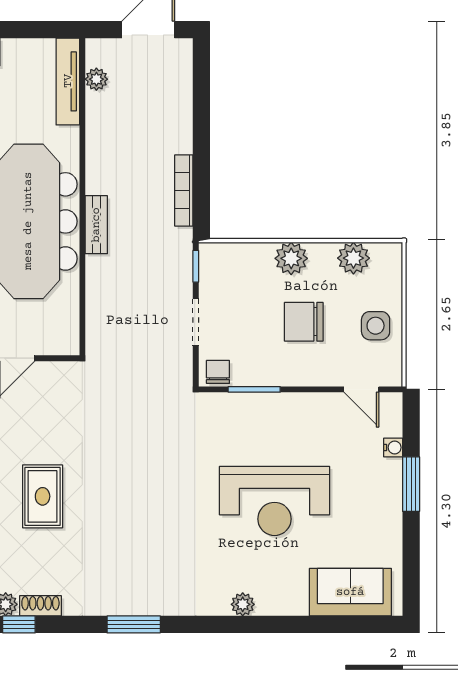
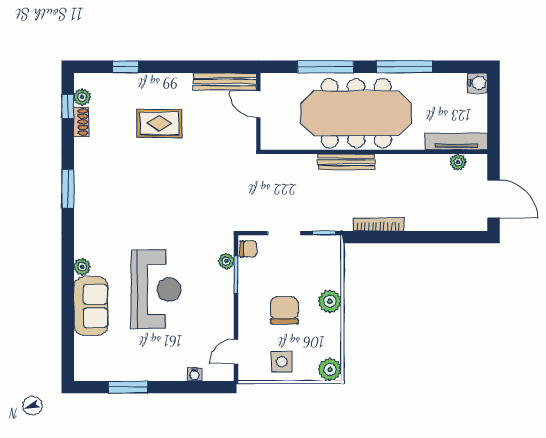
bench: (96, 225) -> (346, 162), width x1.36
plant: (353, 258) -> (330, 370), moved
plant: (235, 403) -> (226, 261), added
window: (411, 484) -> (128, 387), moved
reception desk: (274, 501) -> (156, 289), turned 180
sofa: (350, 592) -> (91, 306), moved

